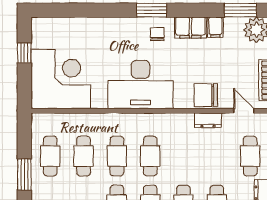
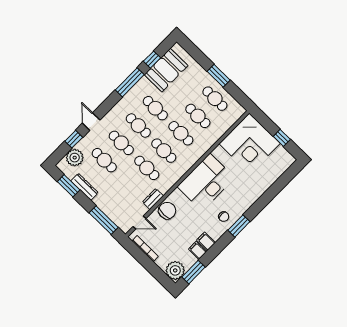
filing cabinet: (190, 28) -> (206, 241), width x0.50
cafe table: (250, 156) -> (147, 168), moved

